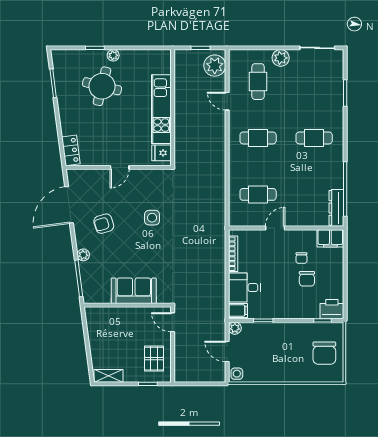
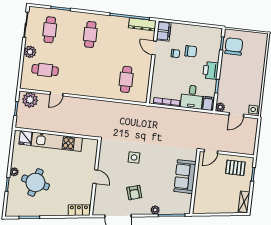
cafe table: (258, 138) -> (50, 30), moved
fridge: (162, 153) -> (25, 138), moved
door: (275, 228) -> (154, 48), moved
printer: (332, 309) -> (211, 71), moved
chair: (324, 353) -> (234, 46), moved, turned -90

